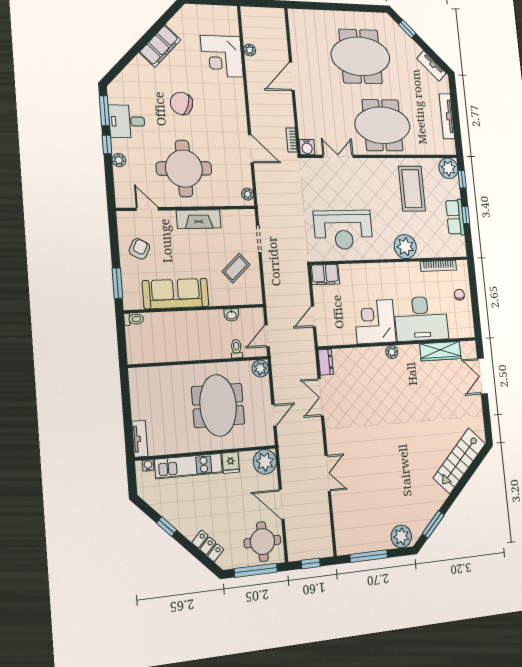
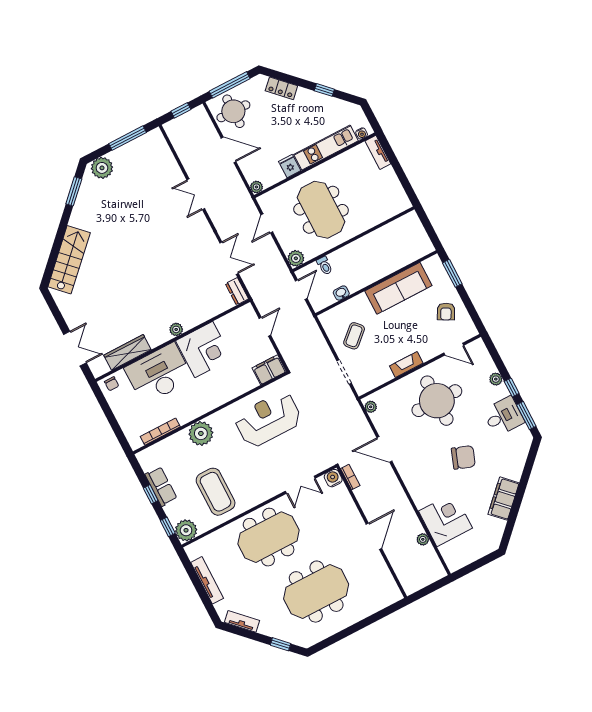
fireplace: (199, 219) -> (406, 365), width x0.73, depth x0.76
chair: (459, 295) -> (112, 384), moved
toilet: (134, 319) -> (425, 250), removed
plant: (265, 462) -> (256, 187), width x0.53, depth x0.53

